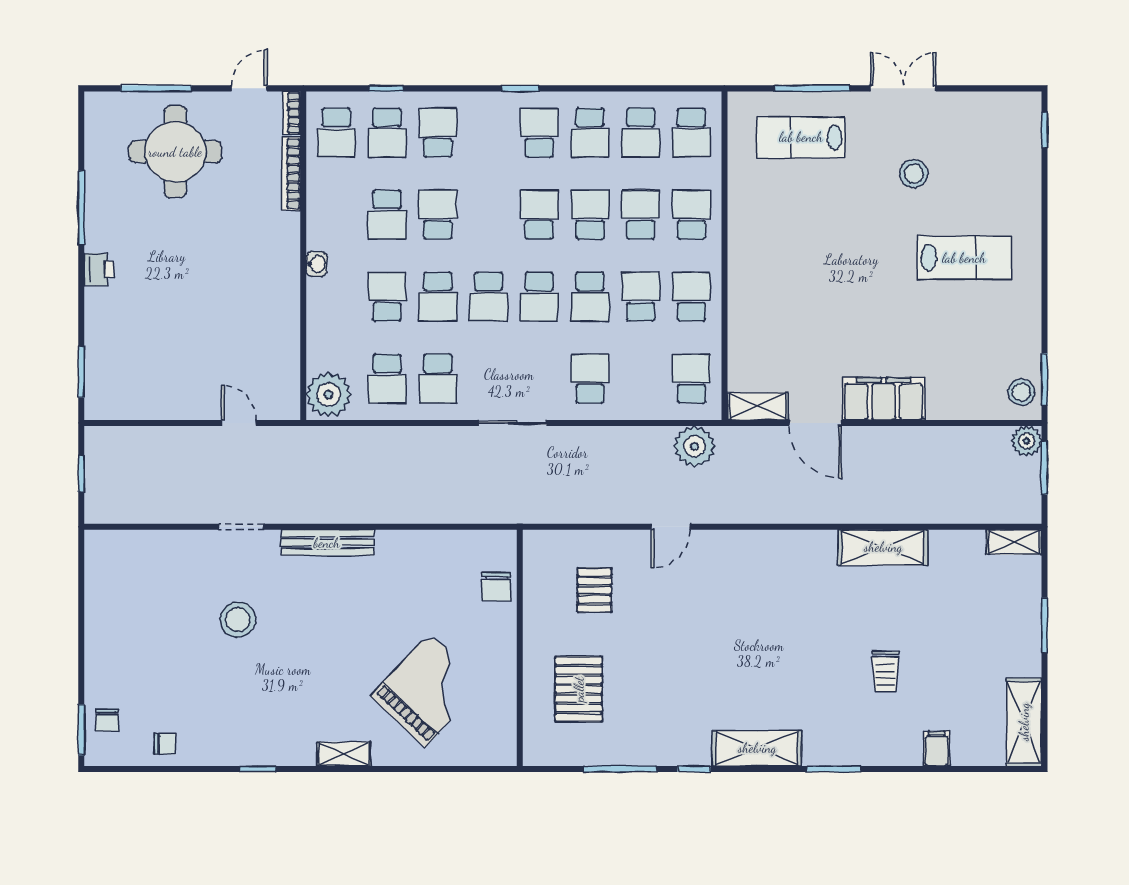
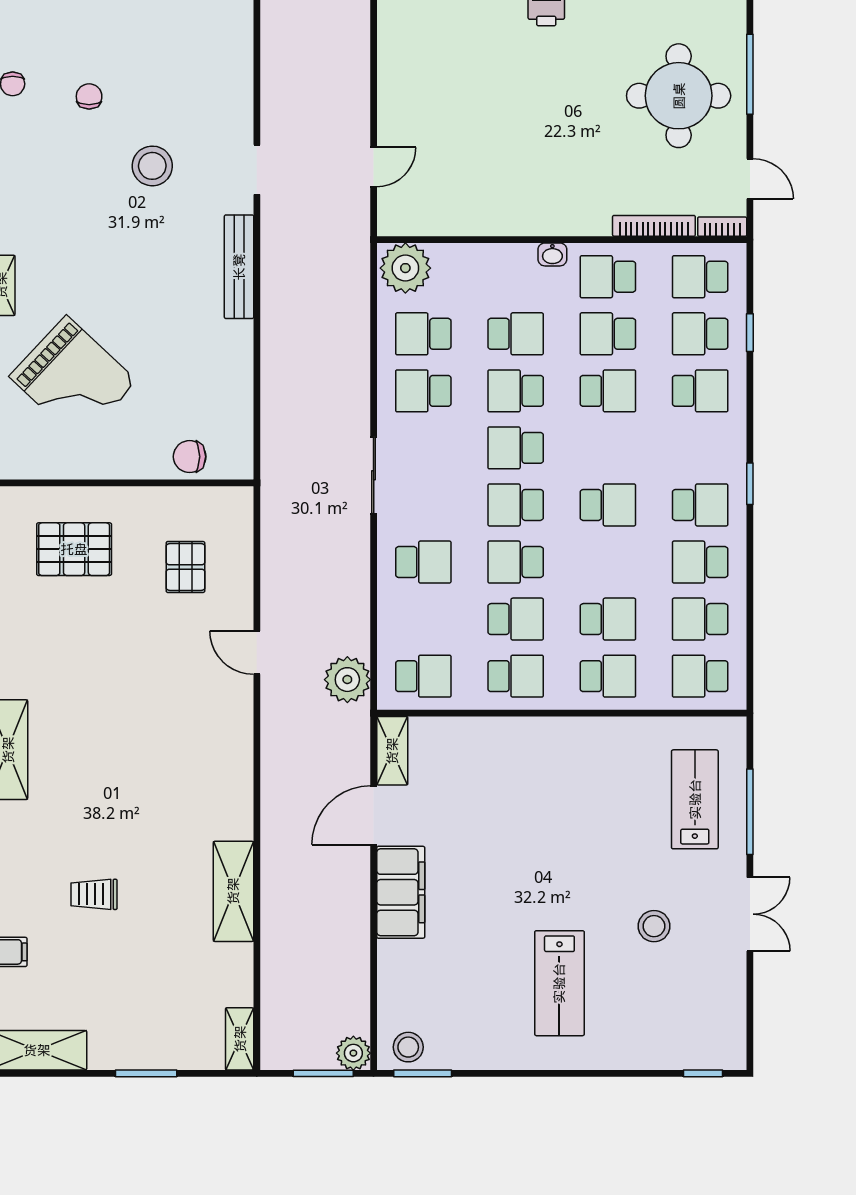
school desk: (590, 215) -> (608, 277), moved, turned 180
pallet: (594, 590) -> (185, 567), turned 90
chair: (107, 720) -> (89, 96), moved, turned 90

